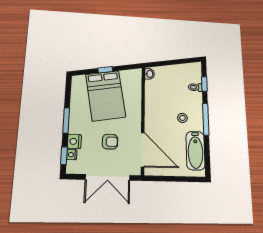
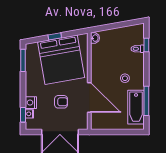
bed: (106, 96) -> (61, 60), width x1.36
window: (206, 119) -> (146, 101), moved
window: (66, 120) -> (23, 60), moved
door: (143, 150) -> (89, 97), moved

